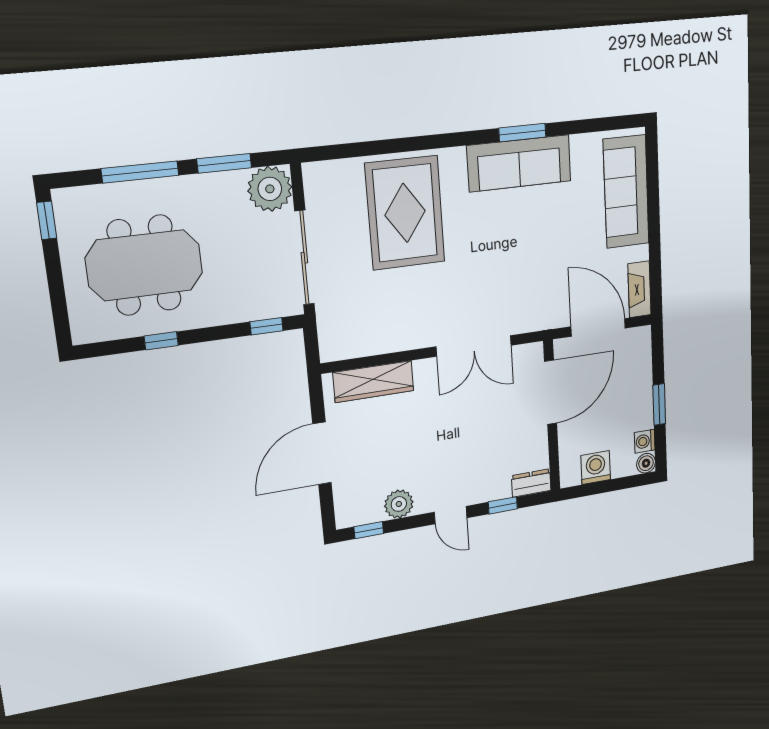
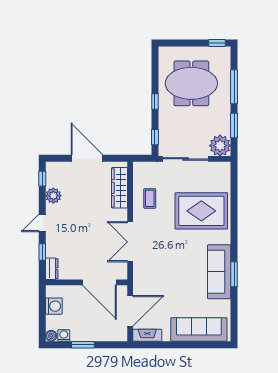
meeting table: (144, 265) -> (191, 83), turned 90
coffee table: (389, 320) -> (150, 198), added
window: (161, 341) -> (155, 102), moved

